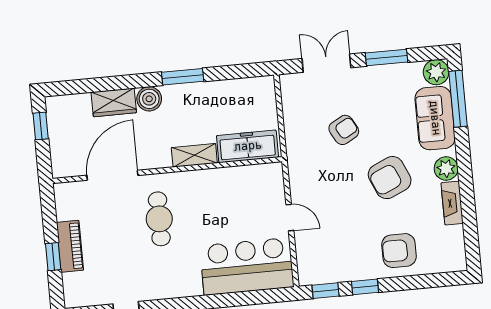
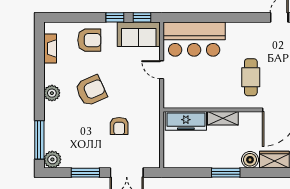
sofa: (435, 118) -> (139, 34), moved, turned 90
armchair: (344, 130) -> (119, 126), turned -61
fireplace: (452, 203) -> (50, 49), moved

